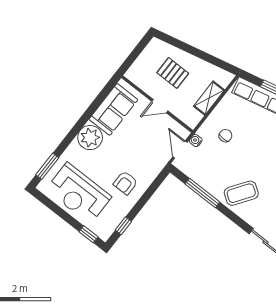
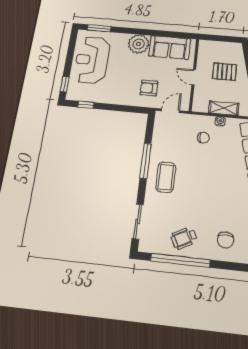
pallet: (173, 73) -> (225, 72), turned 90
water cooler: (196, 141) -> (220, 121), moved
armchair: (125, 183) -> (149, 88), moved
window: (202, 193) -> (146, 161), moved
coffee table: (241, 193) -> (166, 177), turned 55

